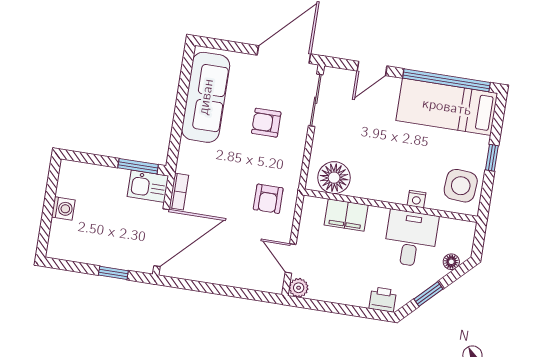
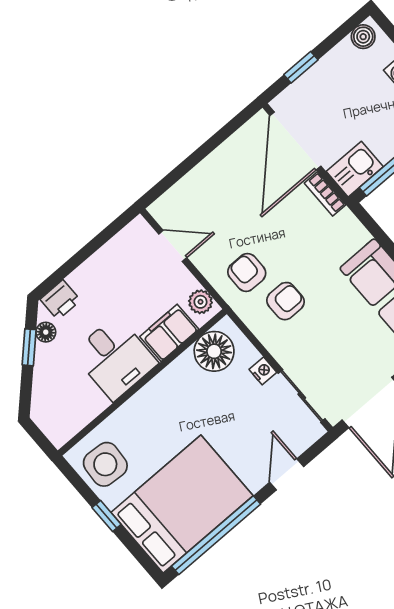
bed: (447, 107) -> (182, 504), width x1.50
armchair: (266, 123) -> (285, 301), moved
nightstand: (417, 199) -> (263, 371), moved, turned 90
desk: (411, 239) -> (115, 358), moved
boiler: (62, 250) -> (363, 37), added
floor lamp: (451, 262) -> (46, 332), moved
plant: (299, 288) -> (200, 302), moved

